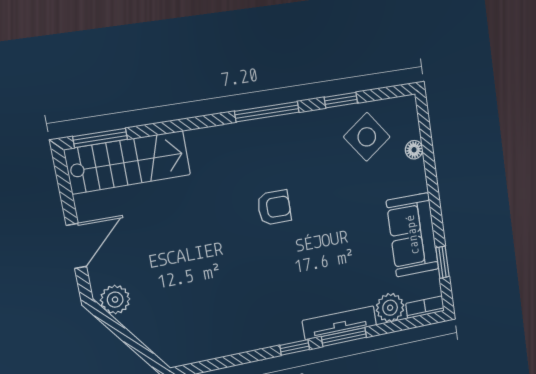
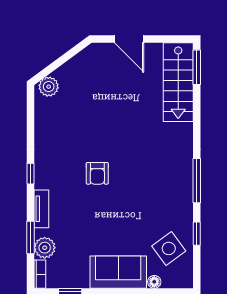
armchair: (274, 207) -> (97, 173), moved
sofa: (413, 235) -> (118, 272), moved
plant: (115, 300) -> (49, 87), moved
tv unit: (340, 323) -> (41, 209), width x0.71
window: (344, 337) -> (30, 238), moved

